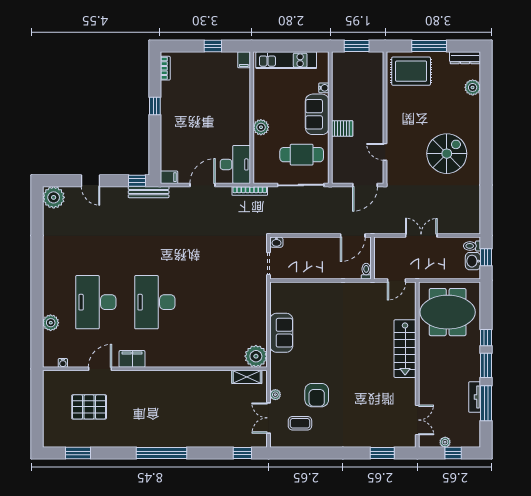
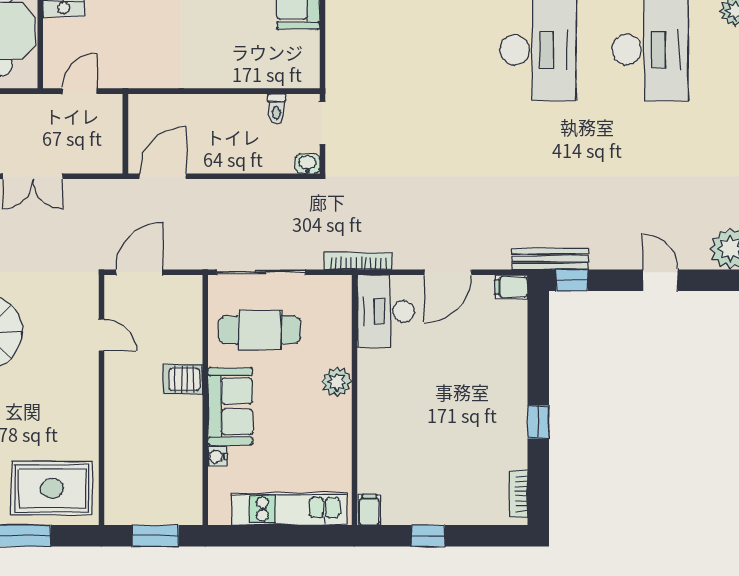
toilet: (366, 271) -> (277, 109), moved

